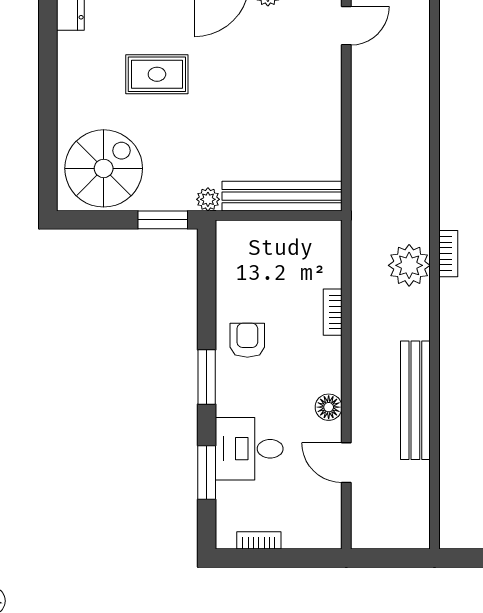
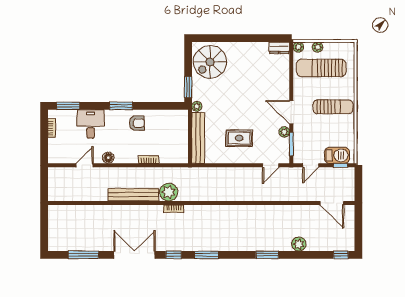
door: (346, 26) -> (271, 165), hinge flipped
rug: (157, 74) -> (239, 138), moved, turned 90
spiral stairs: (104, 168) -> (210, 62), turned 90
bench: (415, 400) -> (133, 195), moved
window: (207, 473) -> (68, 106), moved

